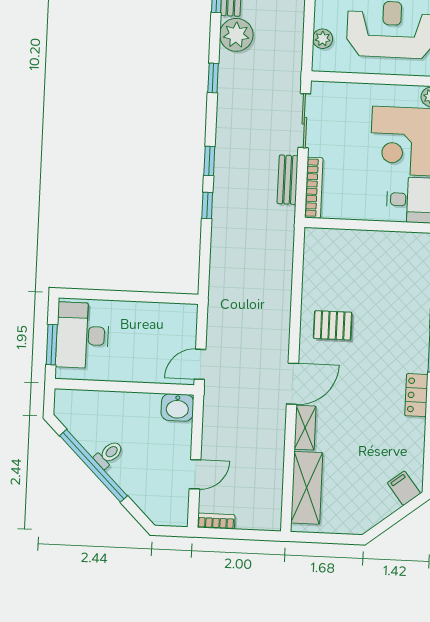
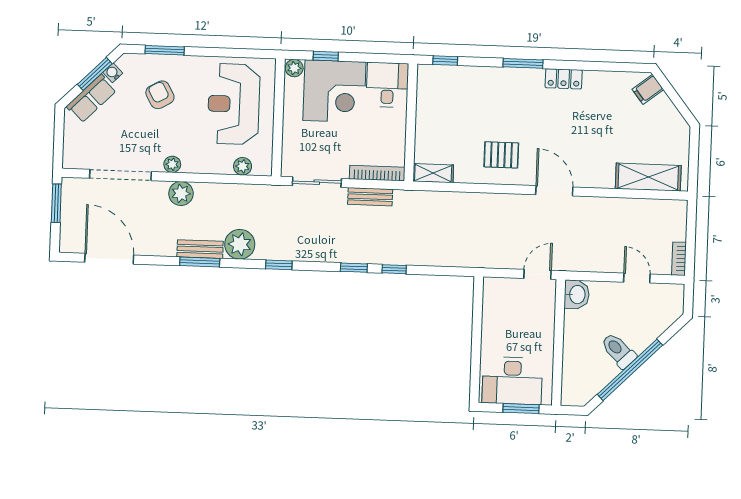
pallet: (333, 325) -> (501, 155), turned 90
door: (200, 364) -> (538, 274), swing flipped
shelving: (305, 428) -> (433, 173), moved
toilet: (109, 454) -> (618, 351), width x1.37, depth x1.39

